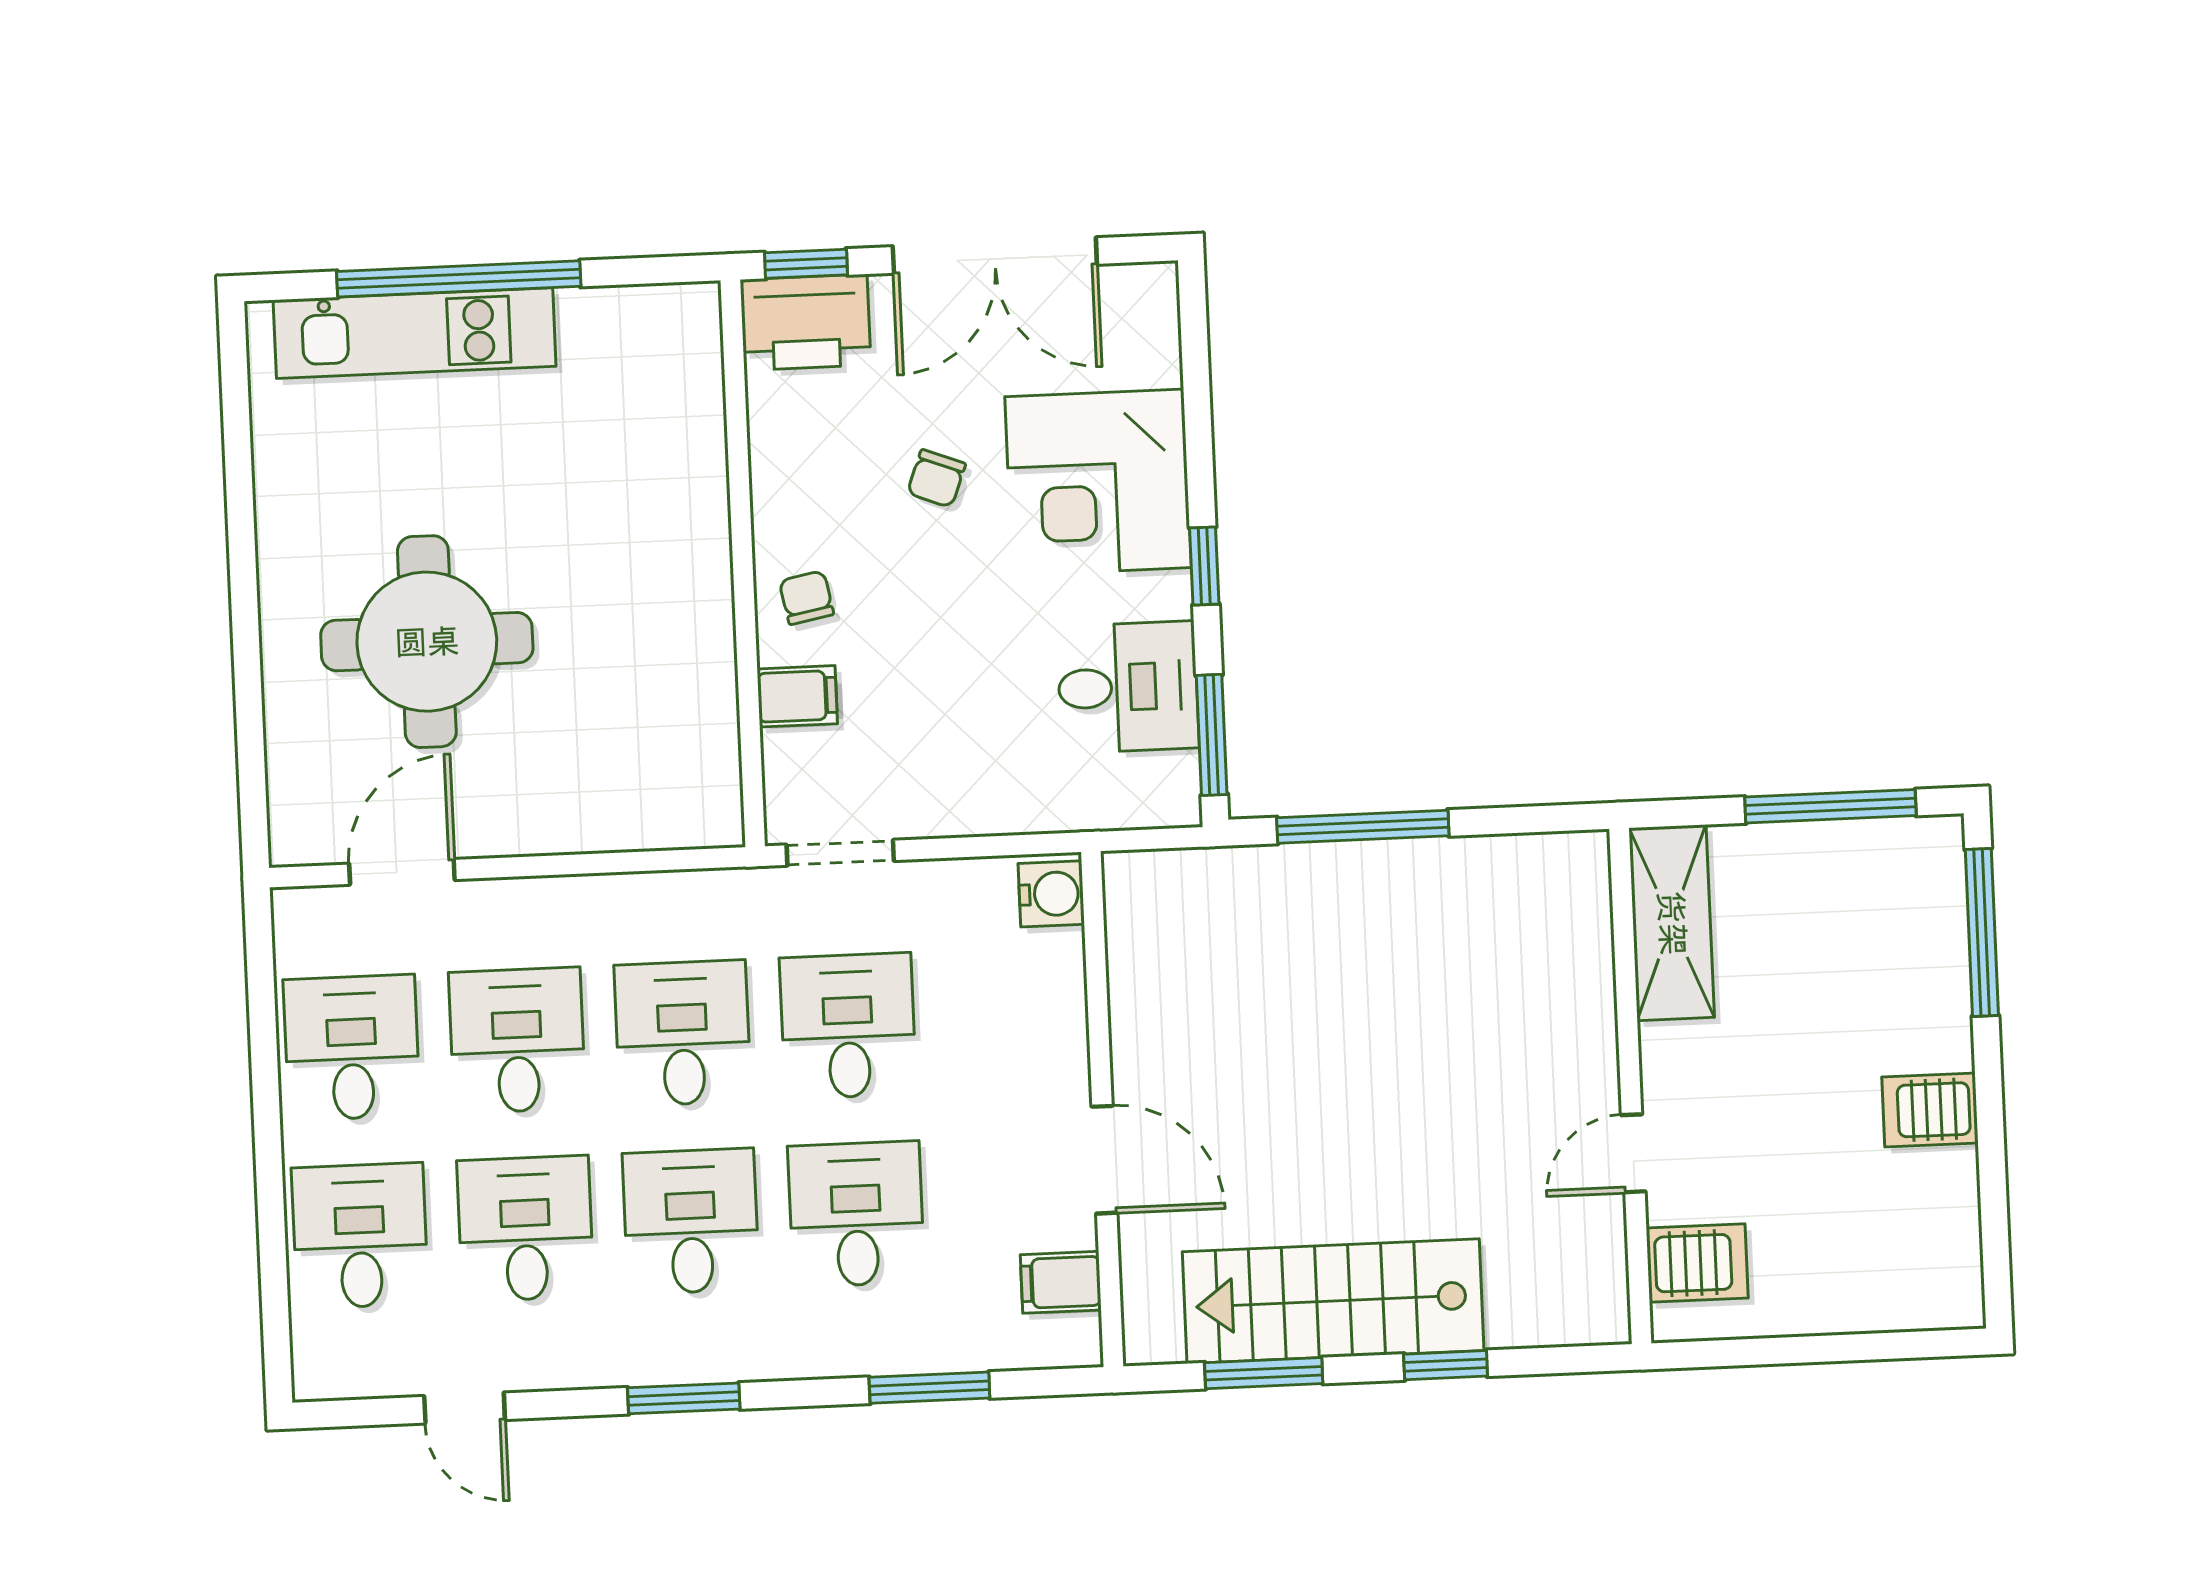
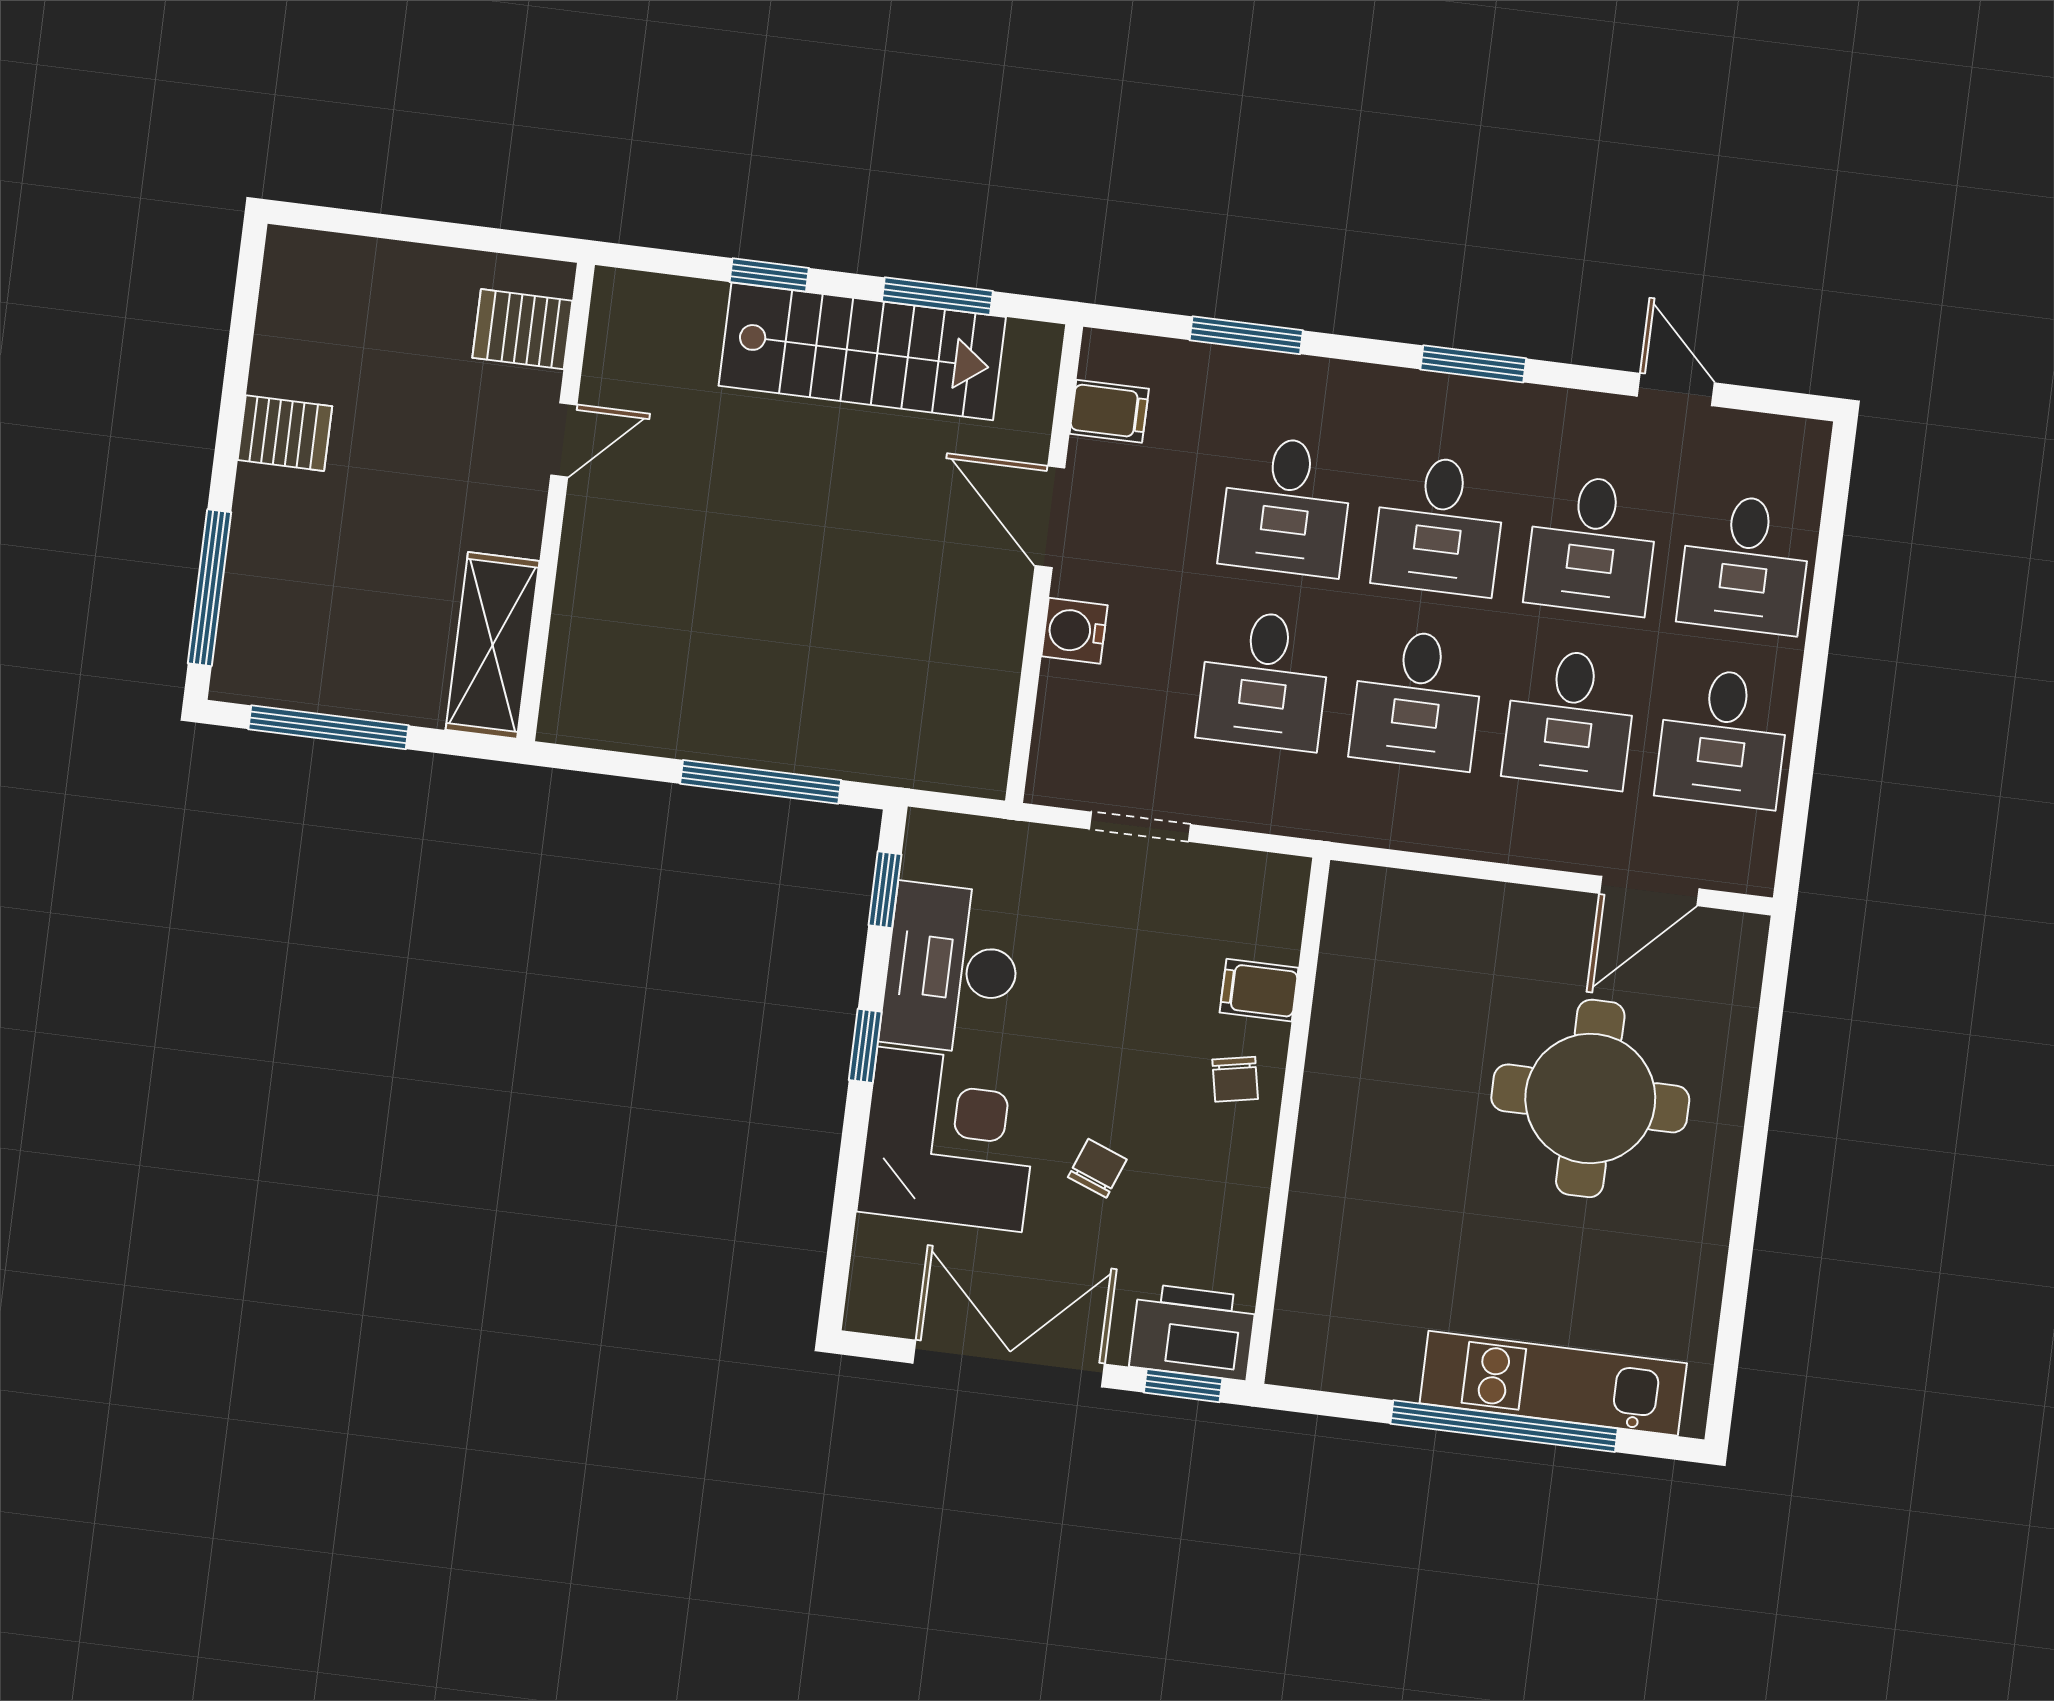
desk: (1128, 687) -> (952, 969), width x1.37
window: (1212, 735) -> (885, 890), width x0.67
doorway: (840, 853) -> (1140, 827), moved
water cooler: (1051, 894) -> (1075, 631), moved

